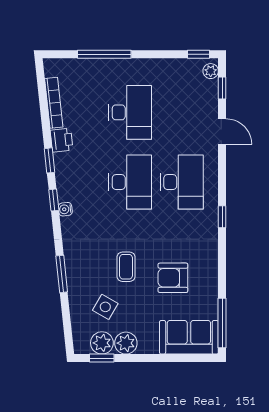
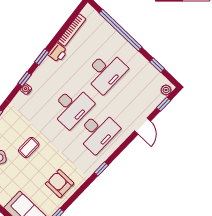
window: (104, 54) -> (121, 30), width x1.46
window: (198, 54) -> (157, 65), moved
armchair: (173, 278) -> (60, 184), moved

